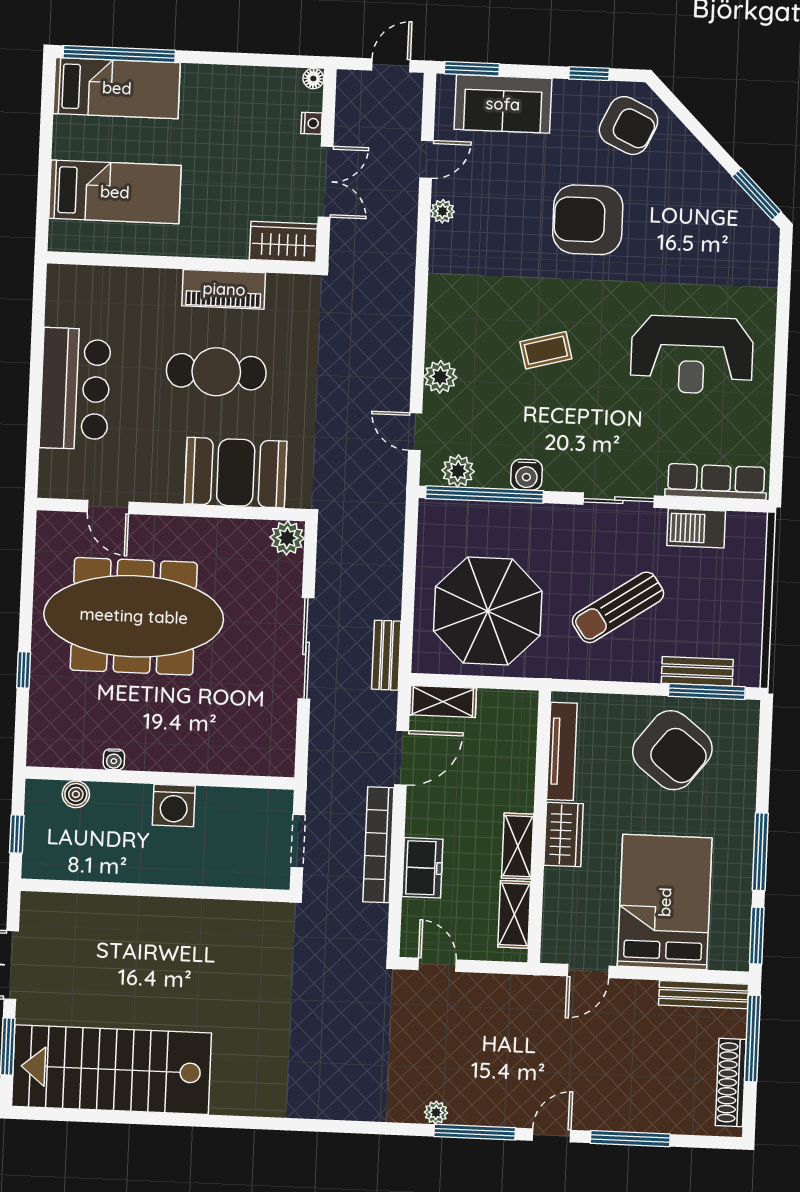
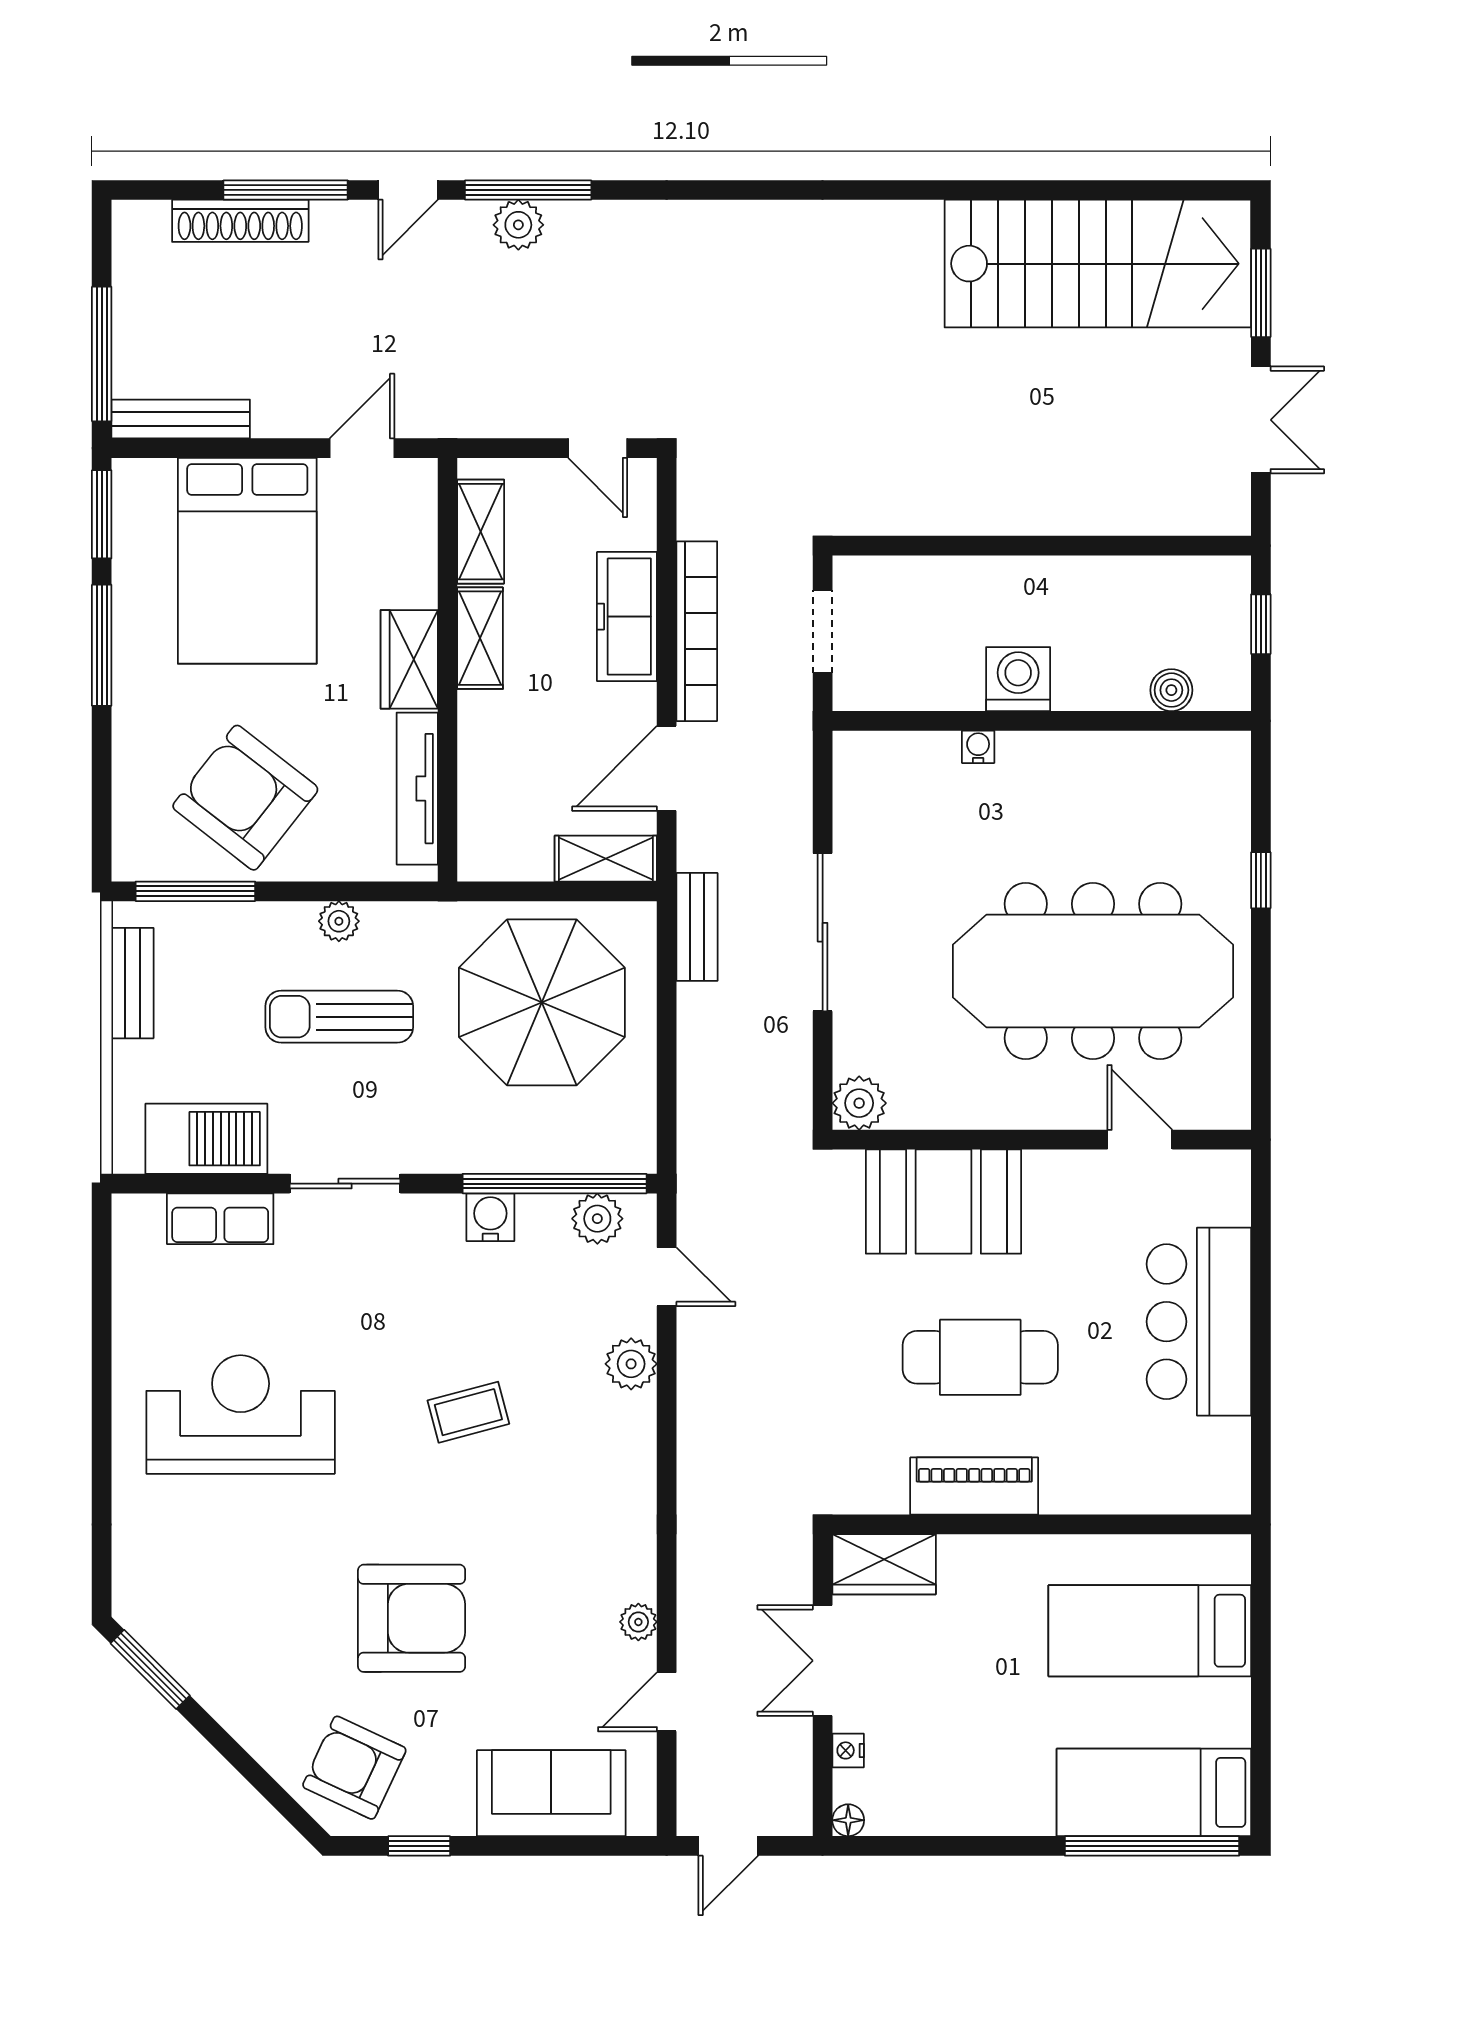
window: (472, 69) -> (602, 1846), removed
row of seats: (716, 482) -> (220, 1219), width x0.68
barbecue: (696, 528) -> (206, 1139), width x1.37, depth x1.21
sun lounger: (618, 607) -> (339, 1017), turned -146
plant: (616, 668) -> (339, 921), added
bench: (697, 671) -> (133, 983), moved, turned 90
water cooler: (114, 759) -> (978, 747), moved
freezer: (422, 868) -> (627, 617), width x1.40
shoe rack: (731, 1082) -> (240, 221), moved, turned 90
plant: (436, 1113) -> (518, 225), moved, width x1.38, depth x1.38

